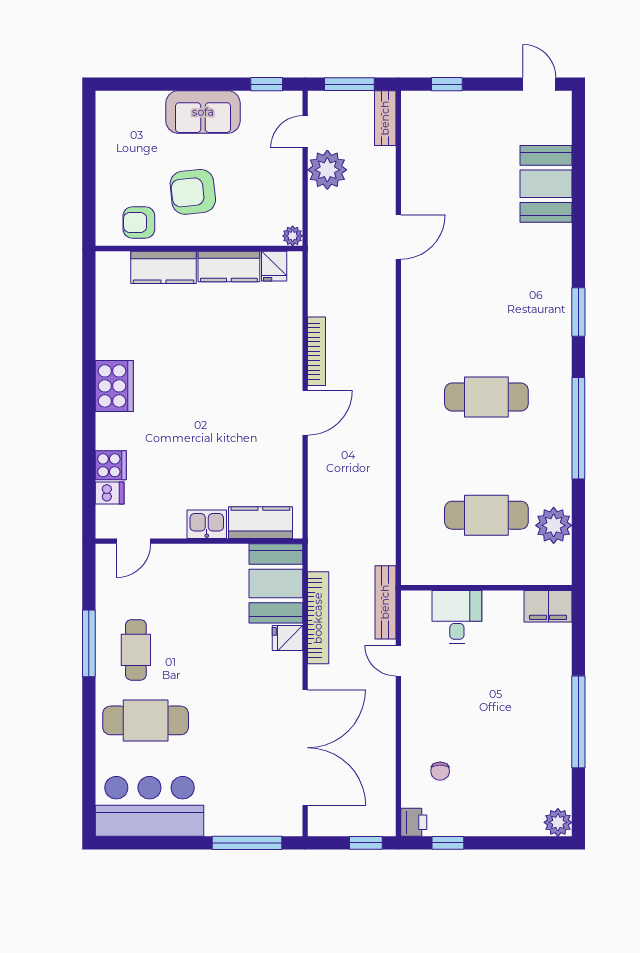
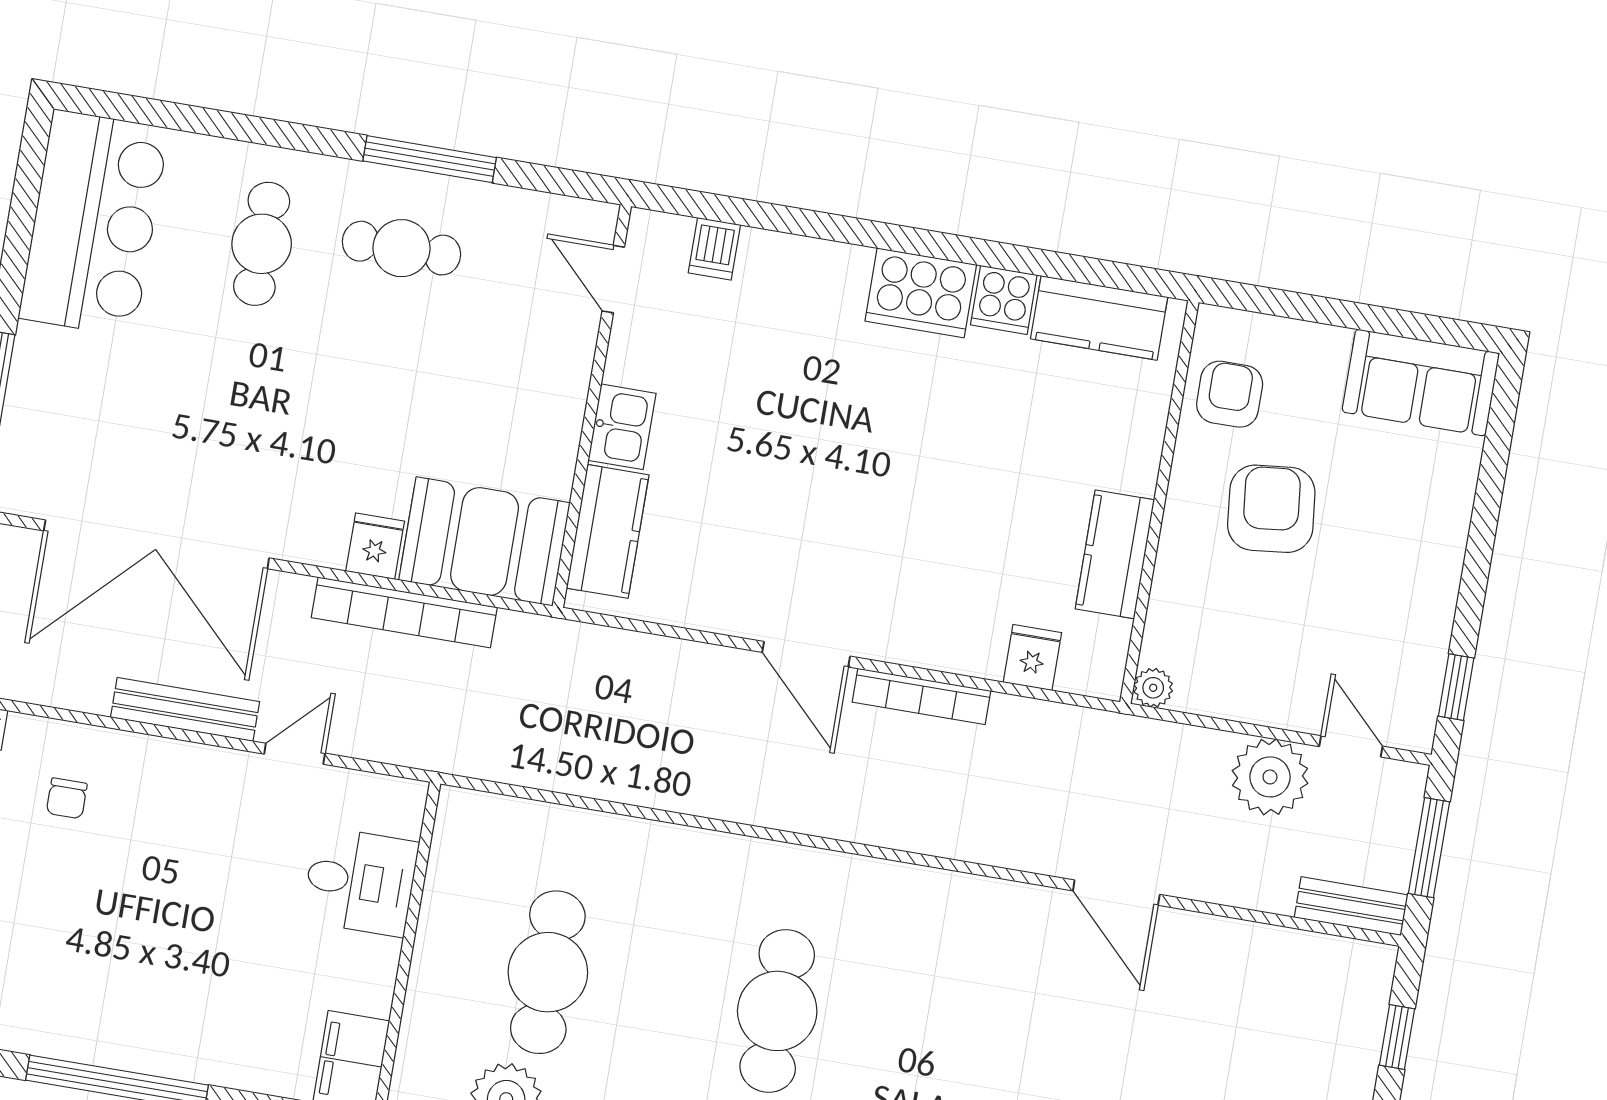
sofa: (203, 112) -> (1421, 383), moved, turned -90
fridge: (274, 266) -> (1032, 657), moved, turned 90
kitchen counter: (163, 267) -> (1099, 318), moved, turned -90
cooker: (111, 465) -> (1004, 300), moved
bench: (385, 602) -> (185, 709), moved
cafe table: (146, 720) -> (262, 244), width x0.73, depth x0.74
chair: (440, 771) -> (67, 798), turned -90

